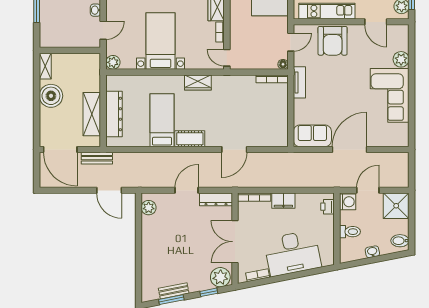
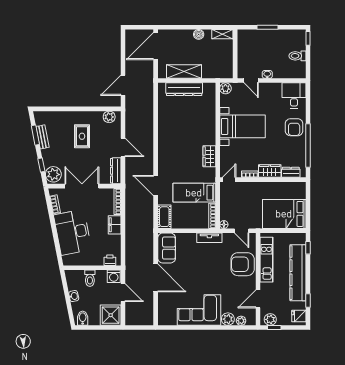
plant: (403, 43) -> (241, 321), added
boiler: (51, 96) -> (199, 34), width x0.54, depth x0.54
bed: (162, 120) -> (194, 193), moved, turned 180
cot: (190, 139) -> (164, 217), moved
bench: (97, 158) -> (149, 75), removed
rug: (173, 242) -> (82, 136), added

